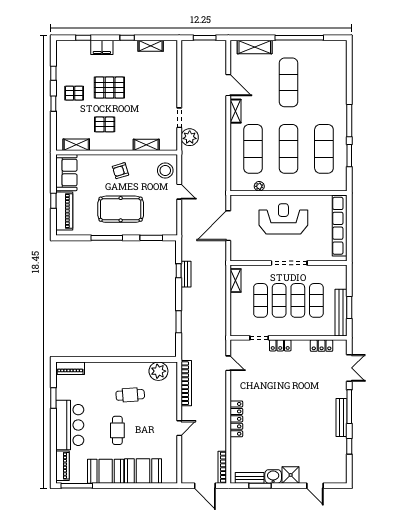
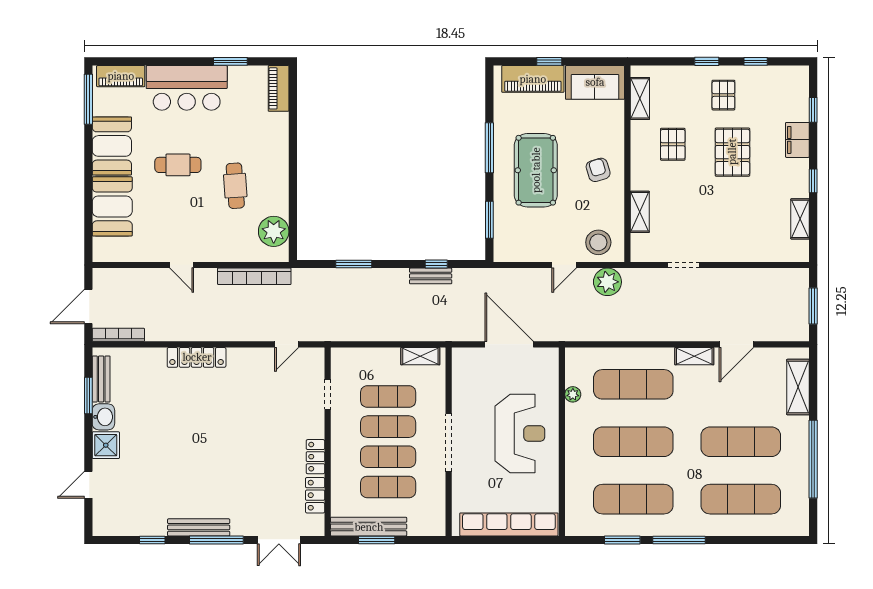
exercise mat: (324, 82) -> (741, 499), added
plant: (190, 137) -> (607, 282), moved
locker: (280, 345) -> (315, 457), moved

